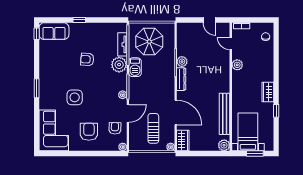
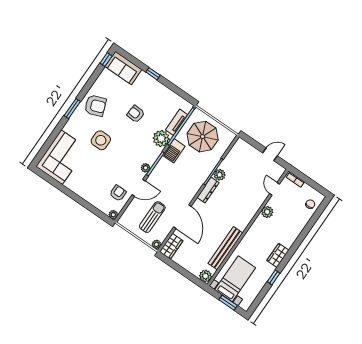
door: (209, 20) -> (270, 154), swing flipped
armchair: (89, 132) -> (95, 106), moved, turned 69

